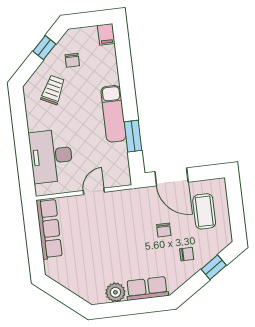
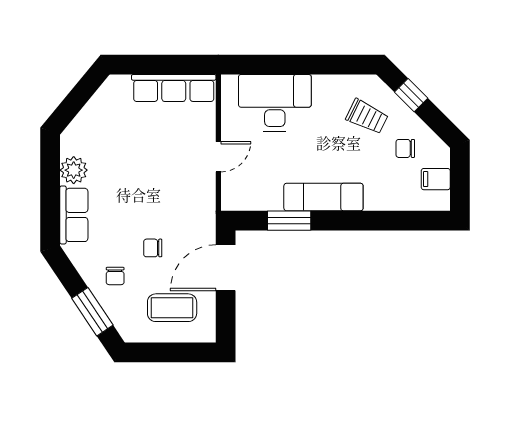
filing cabinet: (106, 34) -> (436, 179), moved
window: (44, 48) -> (411, 95), moved
door: (94, 191) -> (218, 157), hinge flipped
window: (214, 267) -> (92, 312), width x1.50

